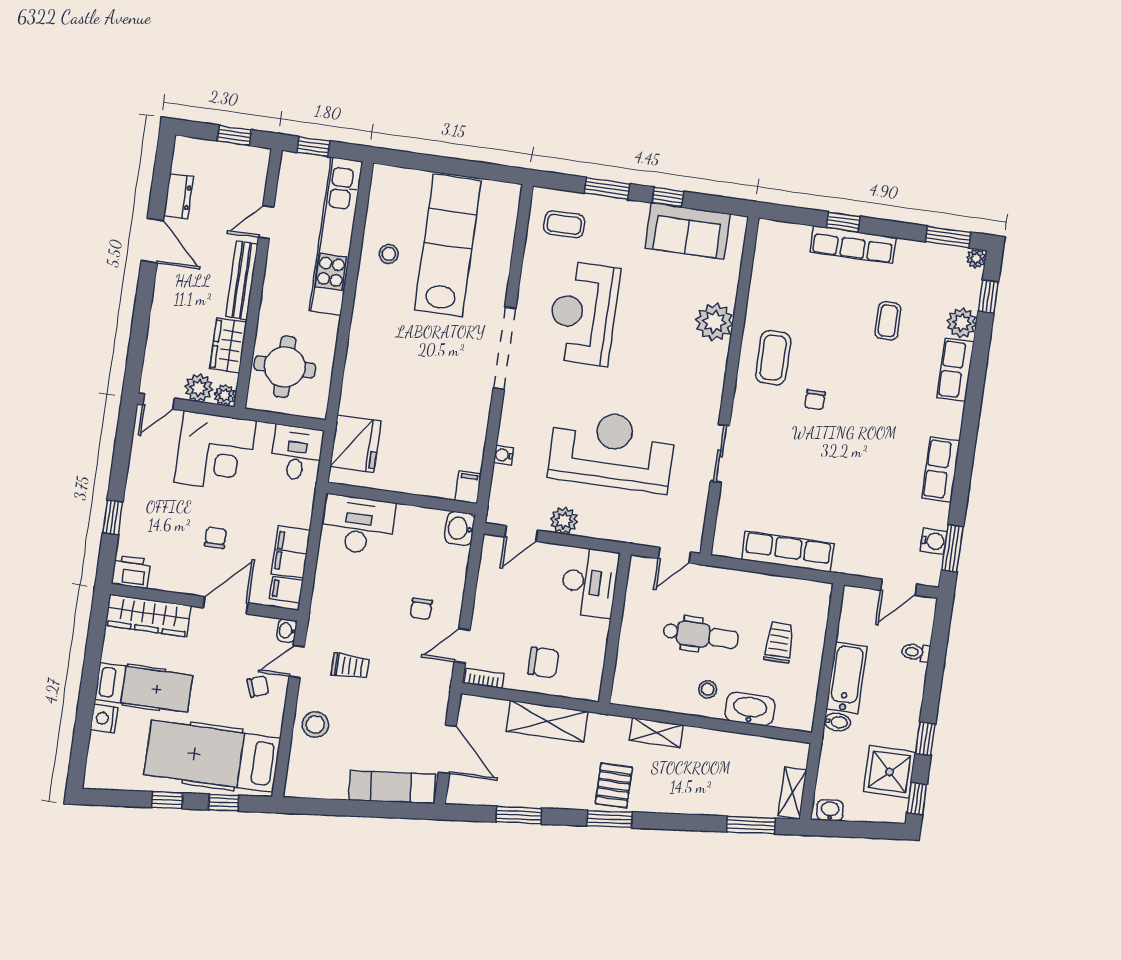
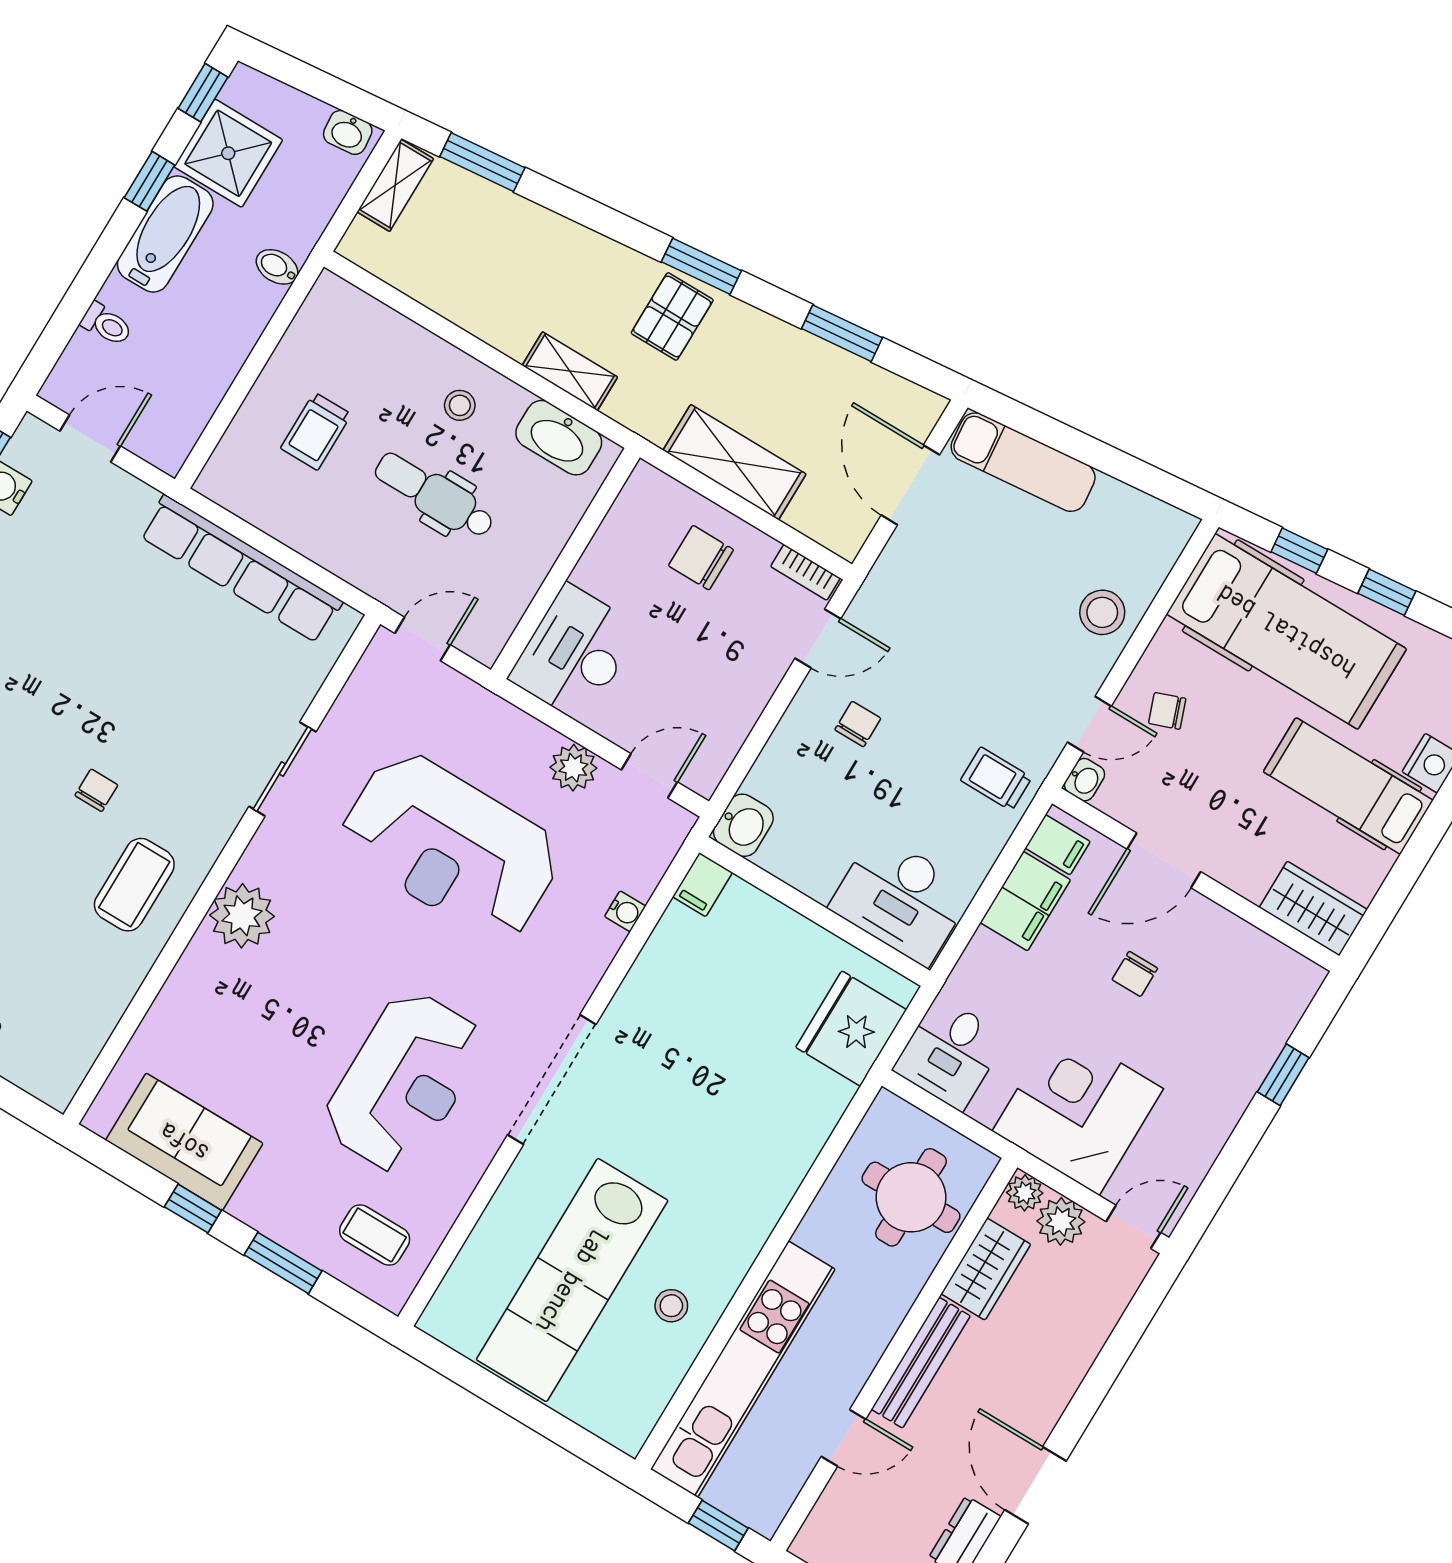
plant: (714, 322) -> (242, 916), moved
row of seats: (788, 552) -> (241, 569), width x1.36
printer: (131, 572) -> (1291, 977), removed
wardrobe: (148, 616) -> (1313, 908), width x0.67
trolley: (350, 666) -> (996, 779), moved
bathtub: (847, 678) -> (165, 234), moved, turned 180
washbasin: (750, 709) -> (559, 438), moved

